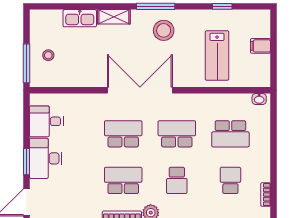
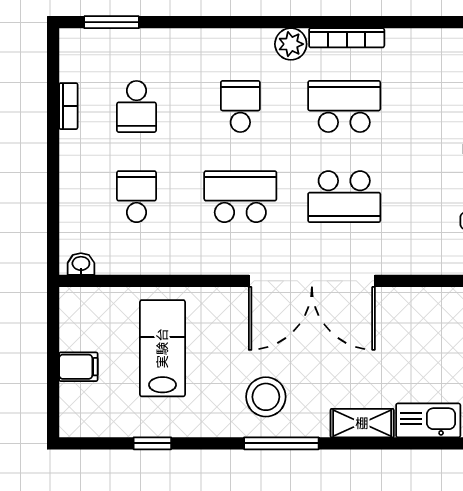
school desk: (177, 134) -> (240, 197), turned 180
school desk: (230, 134) -> (136, 197), width x0.54
school desk: (123, 180) -> (344, 106), turned 180
bookcase: (266, 195) -> (68, 106), moved

